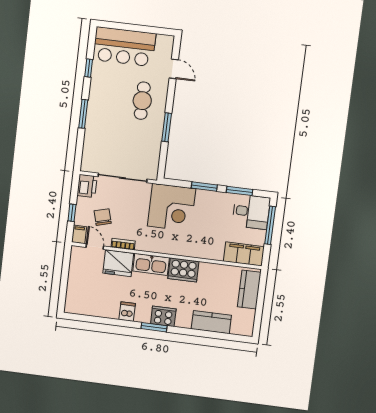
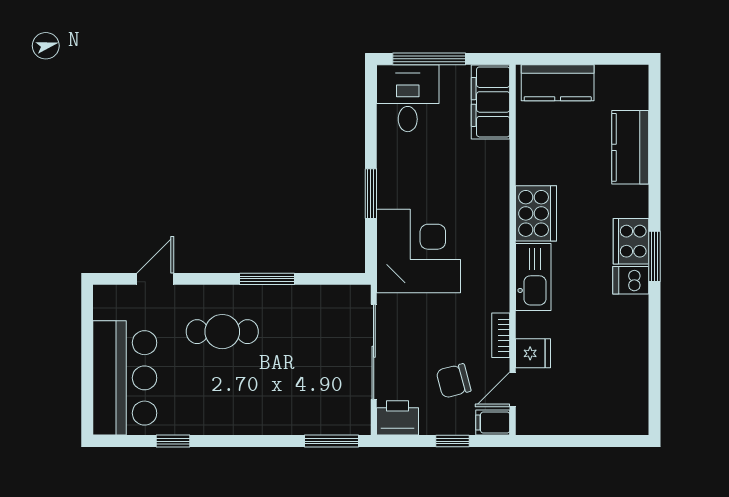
window: (83, 114) -> (332, 441), moved
window: (240, 191) -> (371, 125), removed
fridge: (118, 263) -> (533, 353), width x0.53, depth x0.75
dishwasher: (127, 312) -> (631, 280), moved

